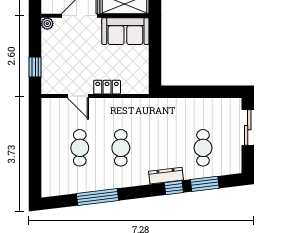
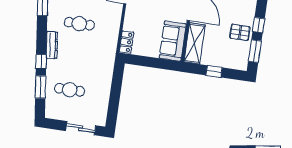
locker: (107, 87) -> (127, 42), moved
dresser: (166, 176) -> (52, 45), moved

